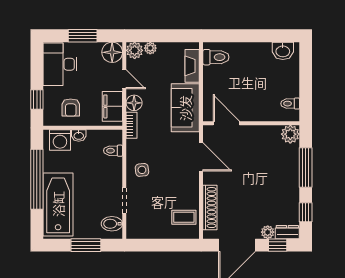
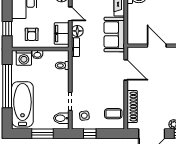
door: (226, 123) -> (157, 46), moved
side table: (142, 170) -> (84, 116), moved
window: (151, 245) -> (90, 134), added

